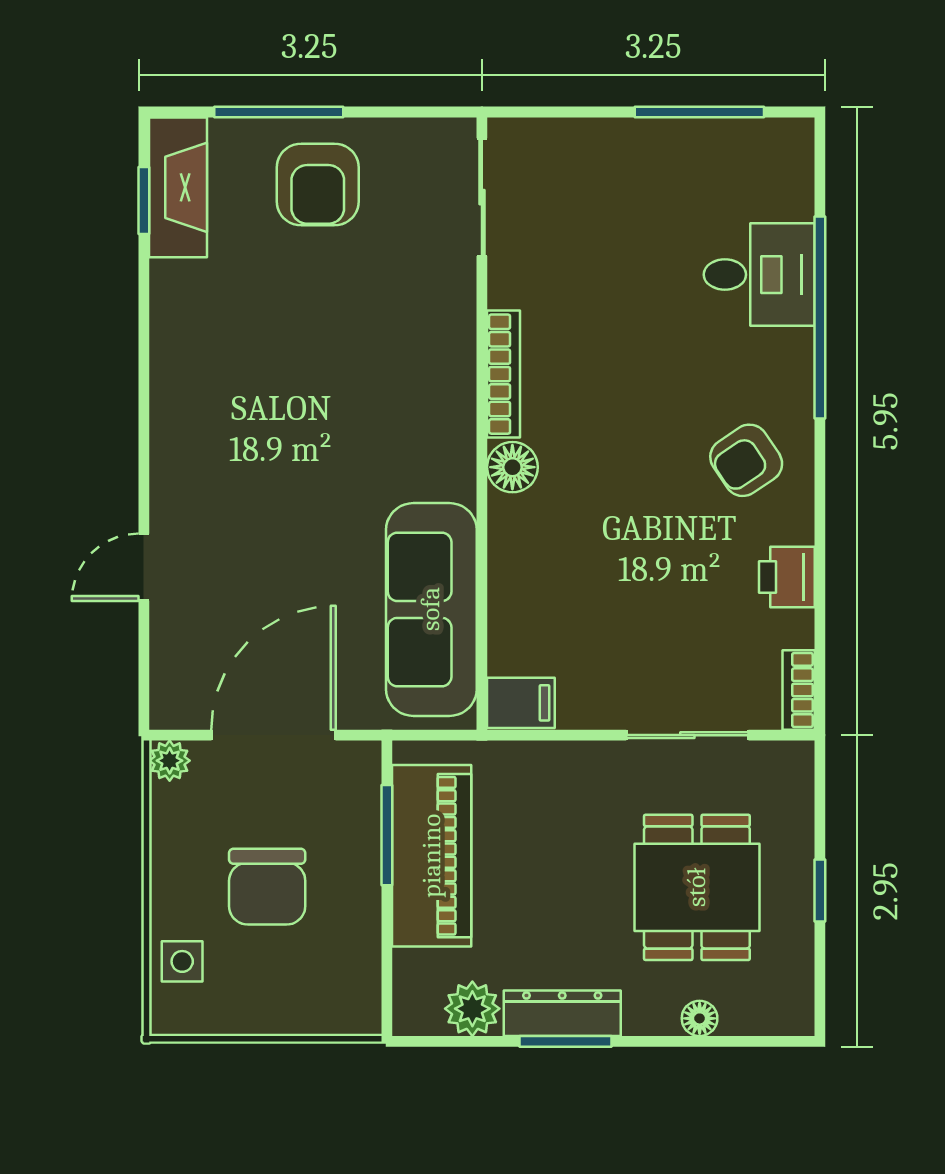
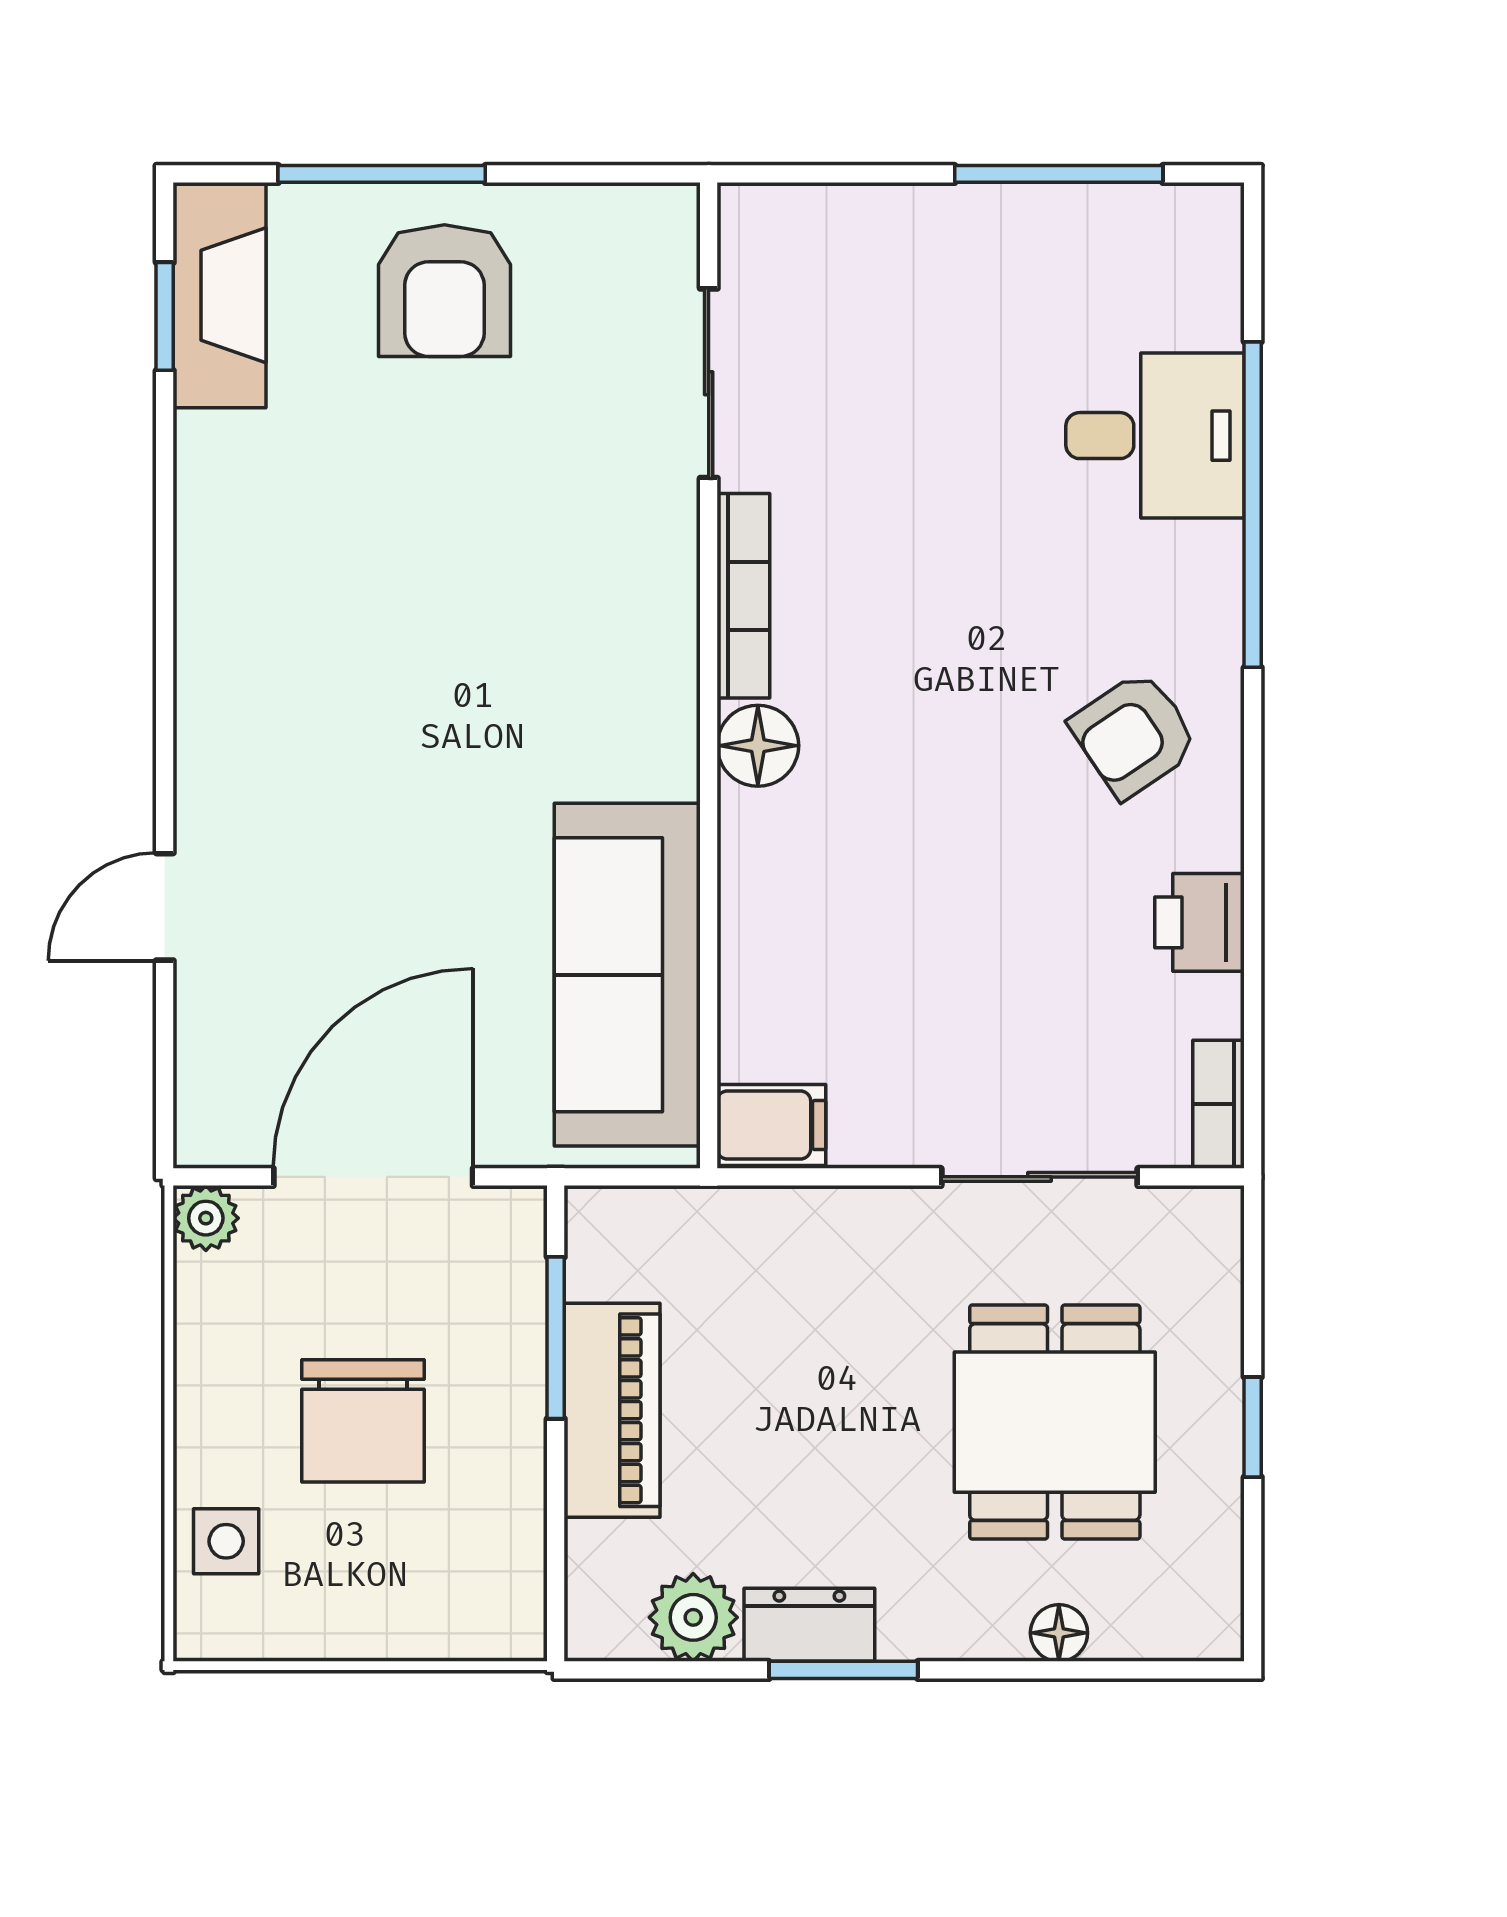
sliding door: (482, 197) -> (709, 383), moved
piano: (432, 856) -> (612, 1410), width x0.73, depth x0.75
dresser: (562, 1013) -> (809, 1625), width x0.70

